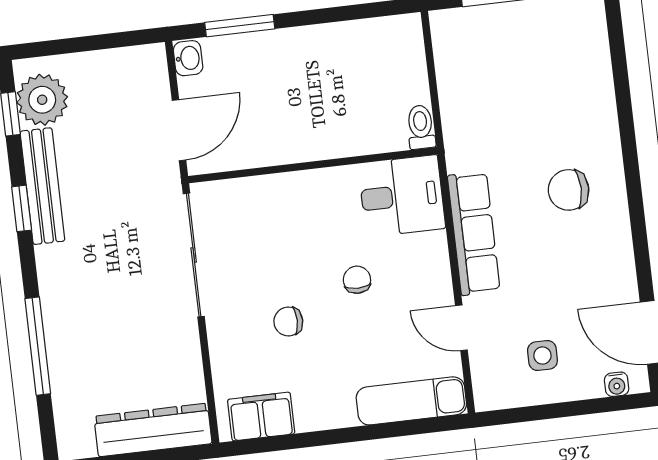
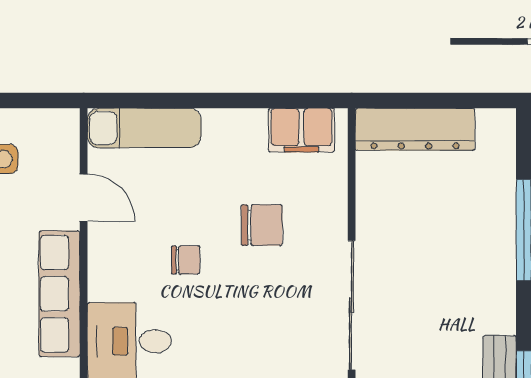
chair: (357, 280) -> (186, 260), turned -90
chair: (288, 321) -> (262, 225), width x1.37, depth x1.37

